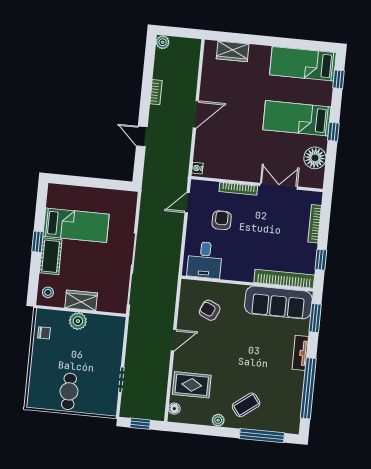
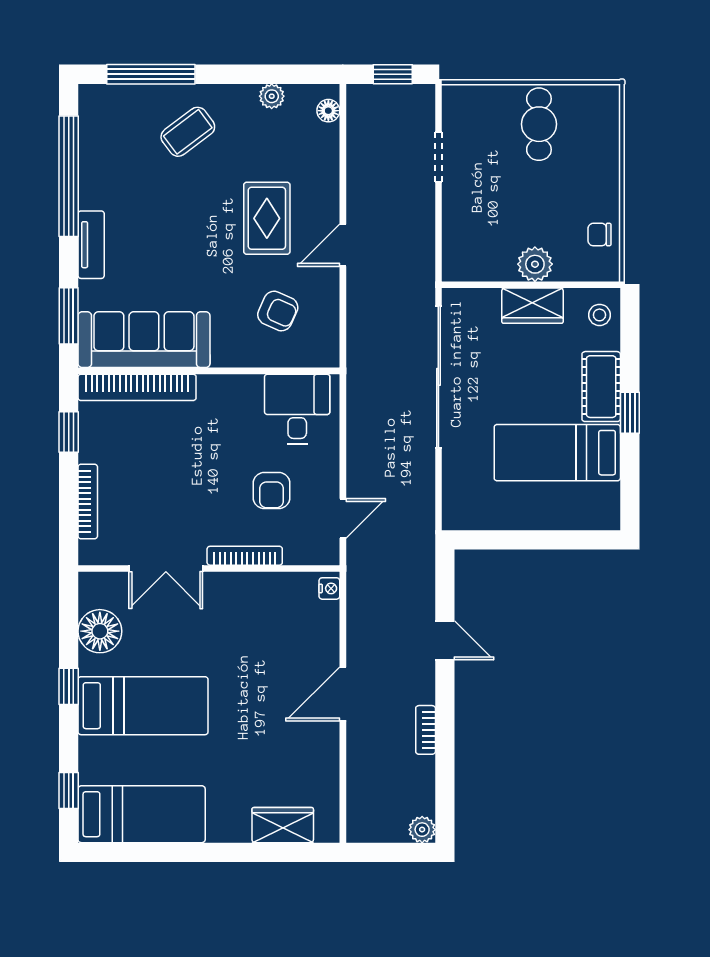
rug: (192, 385) -> (267, 218), moved, turned 90
plant: (218, 420) -> (272, 96), moved

